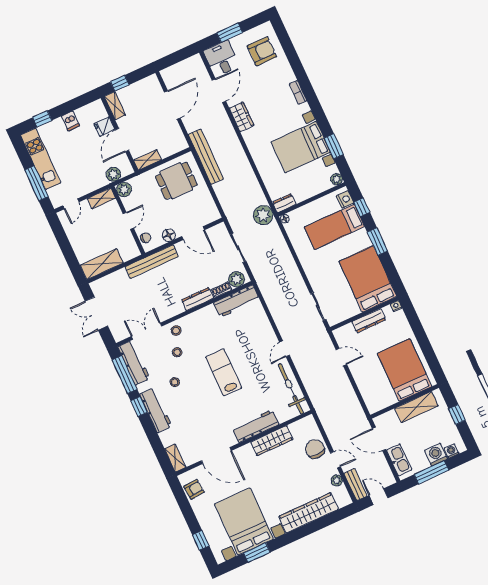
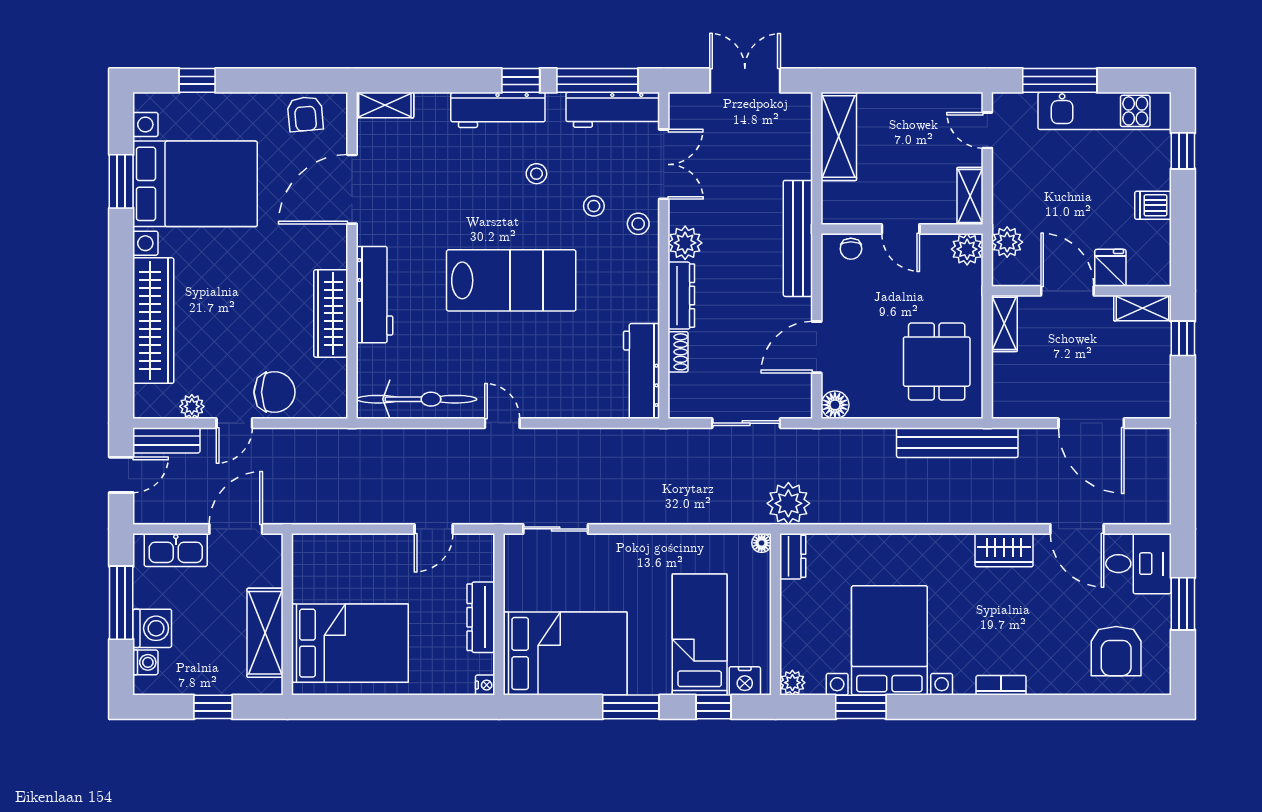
floor lamp: (169, 235) -> (835, 405), moved
plant: (236, 279) -> (685, 243), moved
lab bench: (224, 372) -> (511, 280), width x1.36, depth x1.39

